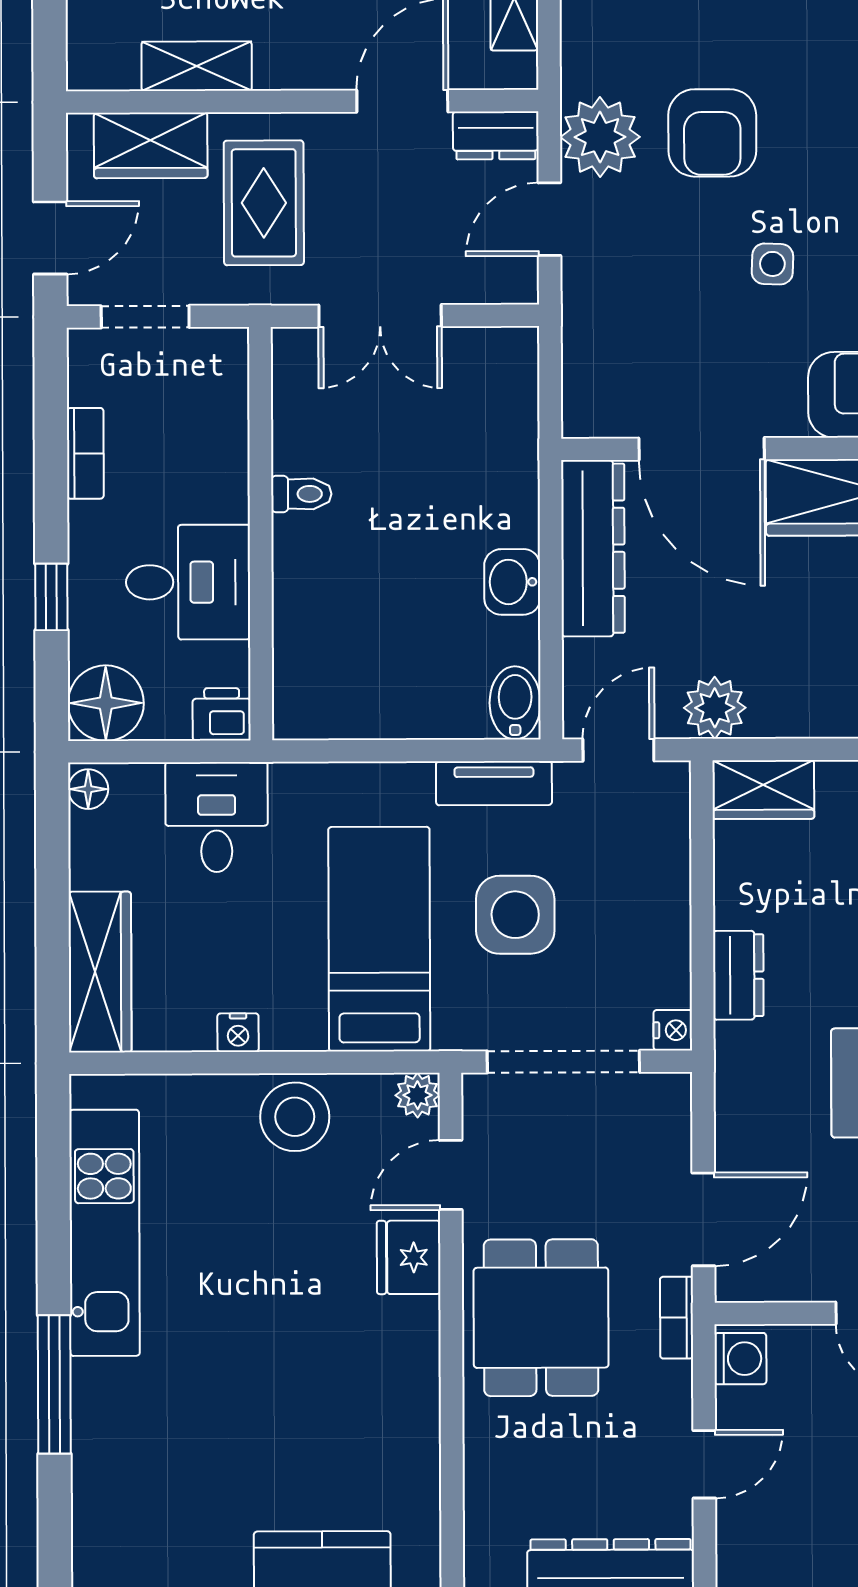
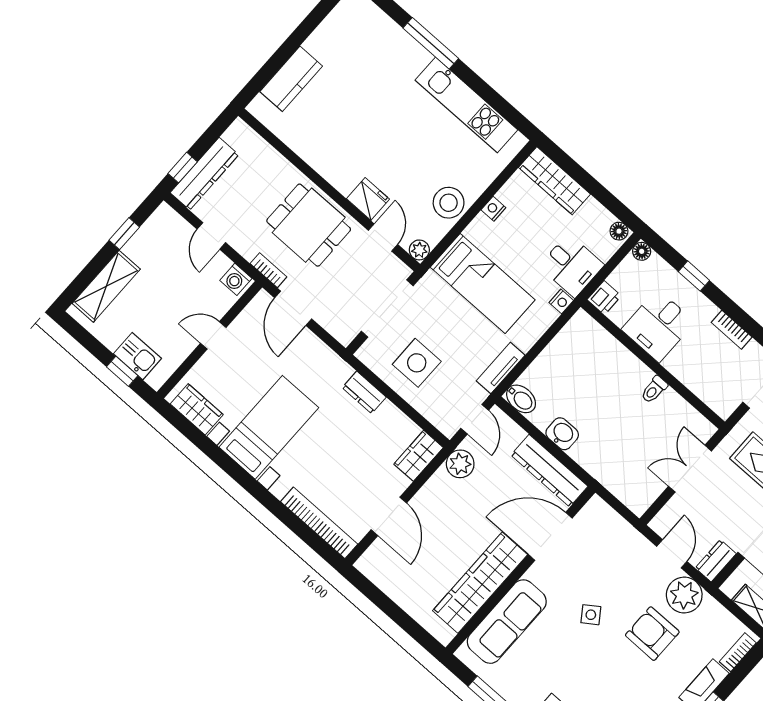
side table: (772, 264) -> (591, 615), turned -37
floor lamp: (106, 703) -> (642, 251), width x0.53, depth x0.53
side table: (515, 915) -> (417, 363), moved
nightstand: (673, 1030) -> (561, 301), moved, turned -90

